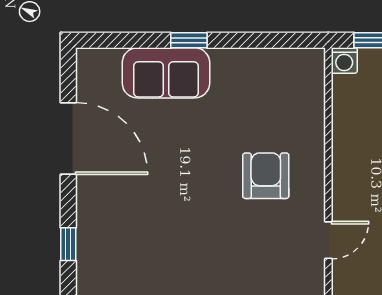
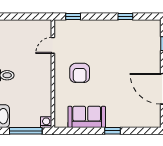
sofa: (166, 73) -> (87, 117), moved

